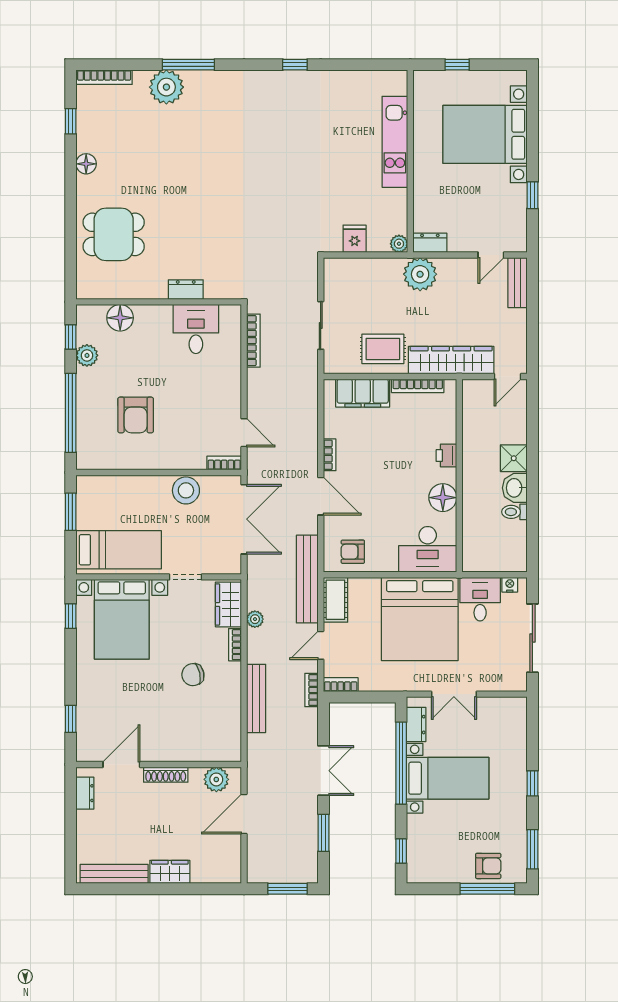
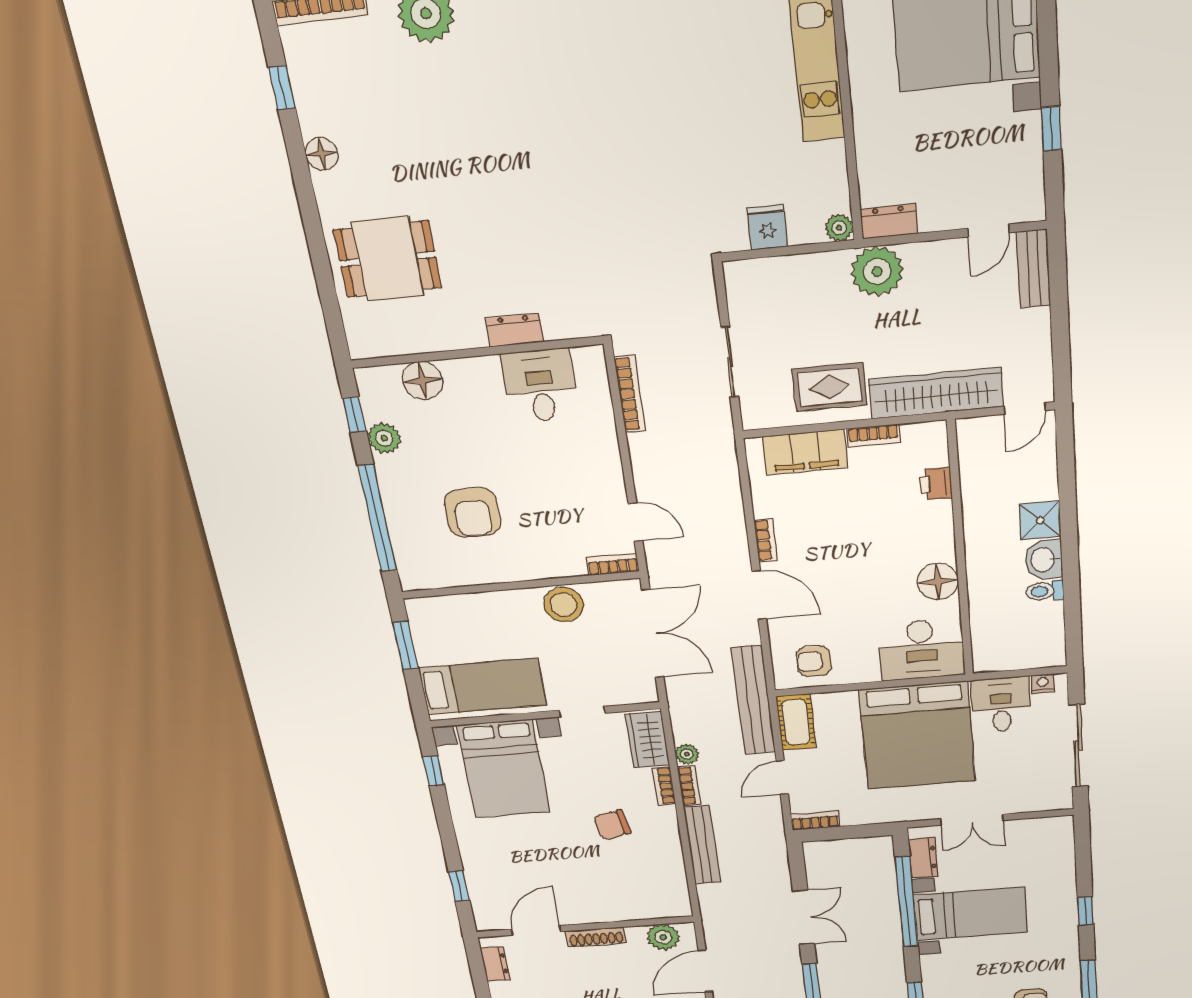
bookcase: (418, 386) -> (873, 436), width x0.64
printer: (446, 456) -> (936, 484), moved
bookcase: (312, 690) -> (689, 786), moved, turned 180

